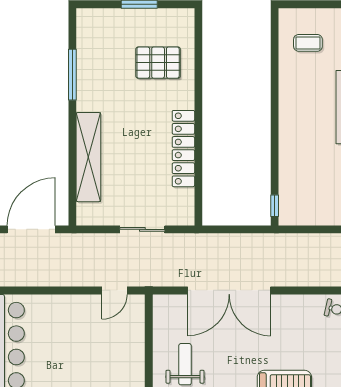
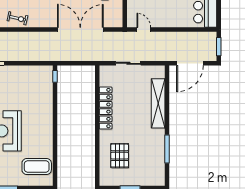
coffee table: (308, 43) -> (37, 166), width x1.86, depth x1.72
pallet: (158, 63) -> (120, 156), turned 90
door: (114, 290) -> (144, 29), hinge flipped

